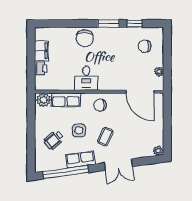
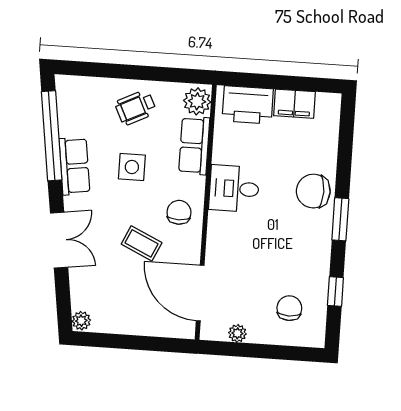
window: (108, 24) -> (340, 219), moved
printer: (41, 68) -> (248, 105), width x1.87, depth x1.48
door: (140, 92) -> (200, 293), hinge flipped
coffee table: (105, 137) -> (142, 243), moved
wheelchair: (54, 140) -> (136, 107), moved, turned -75
double door: (118, 165) -> (59, 240), swing flipped

